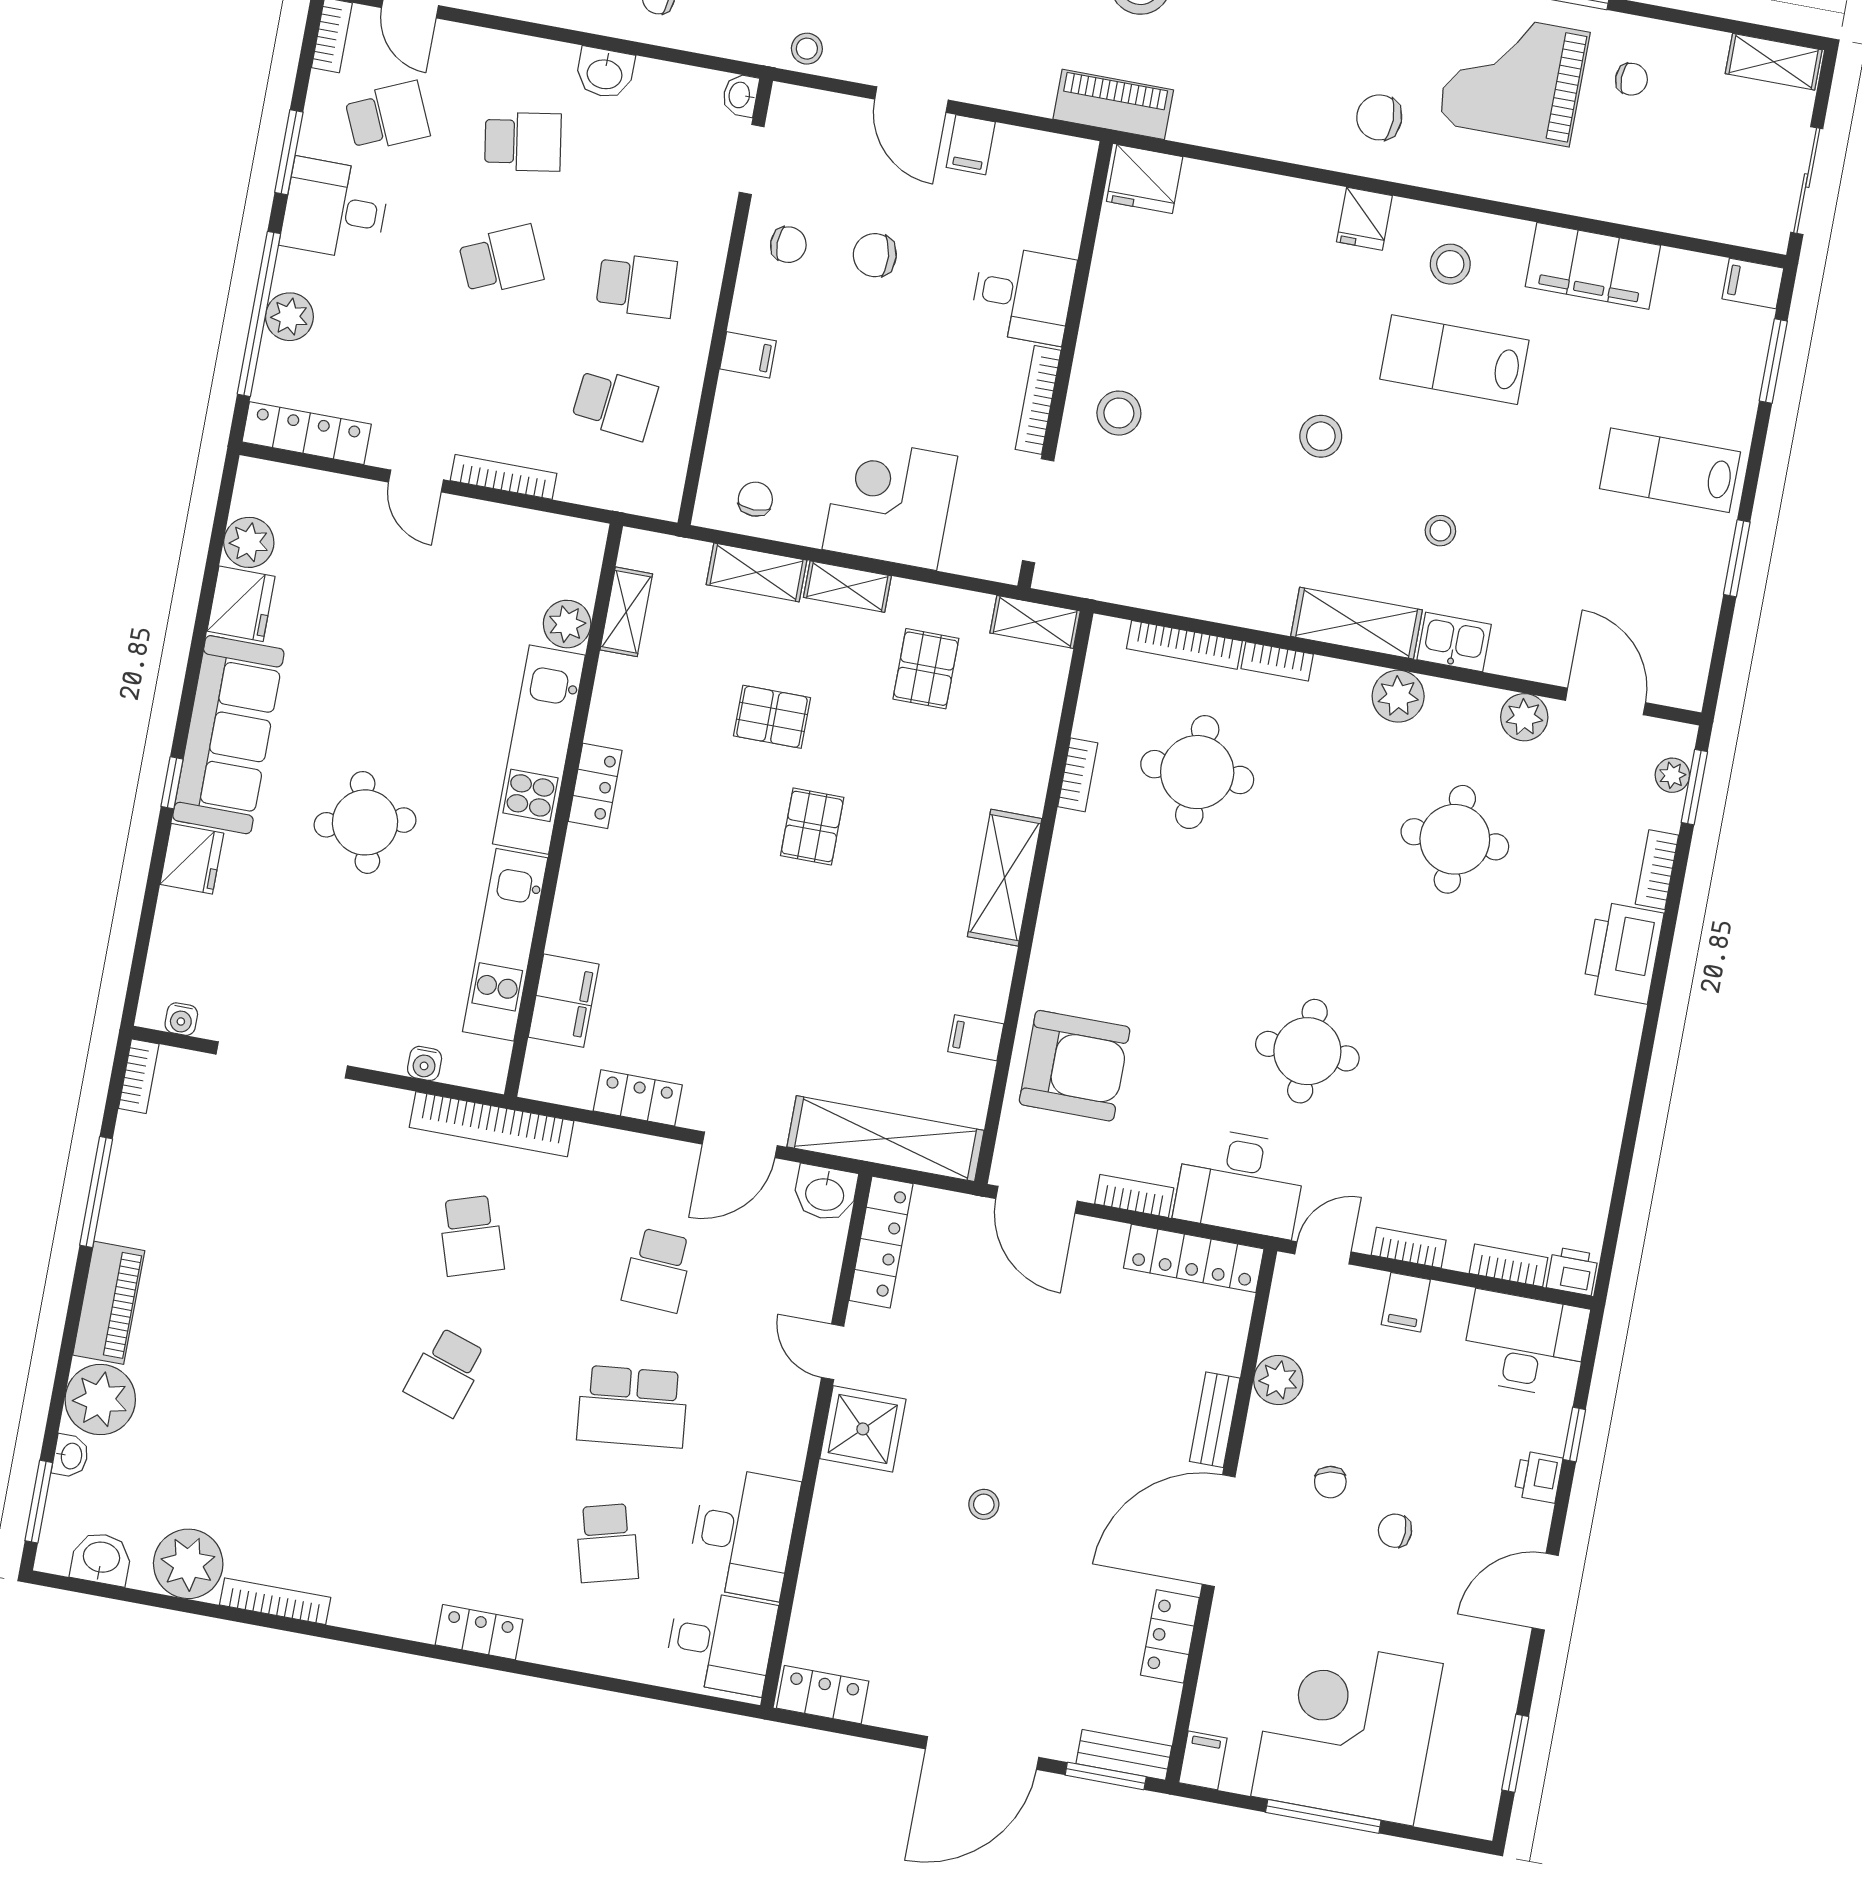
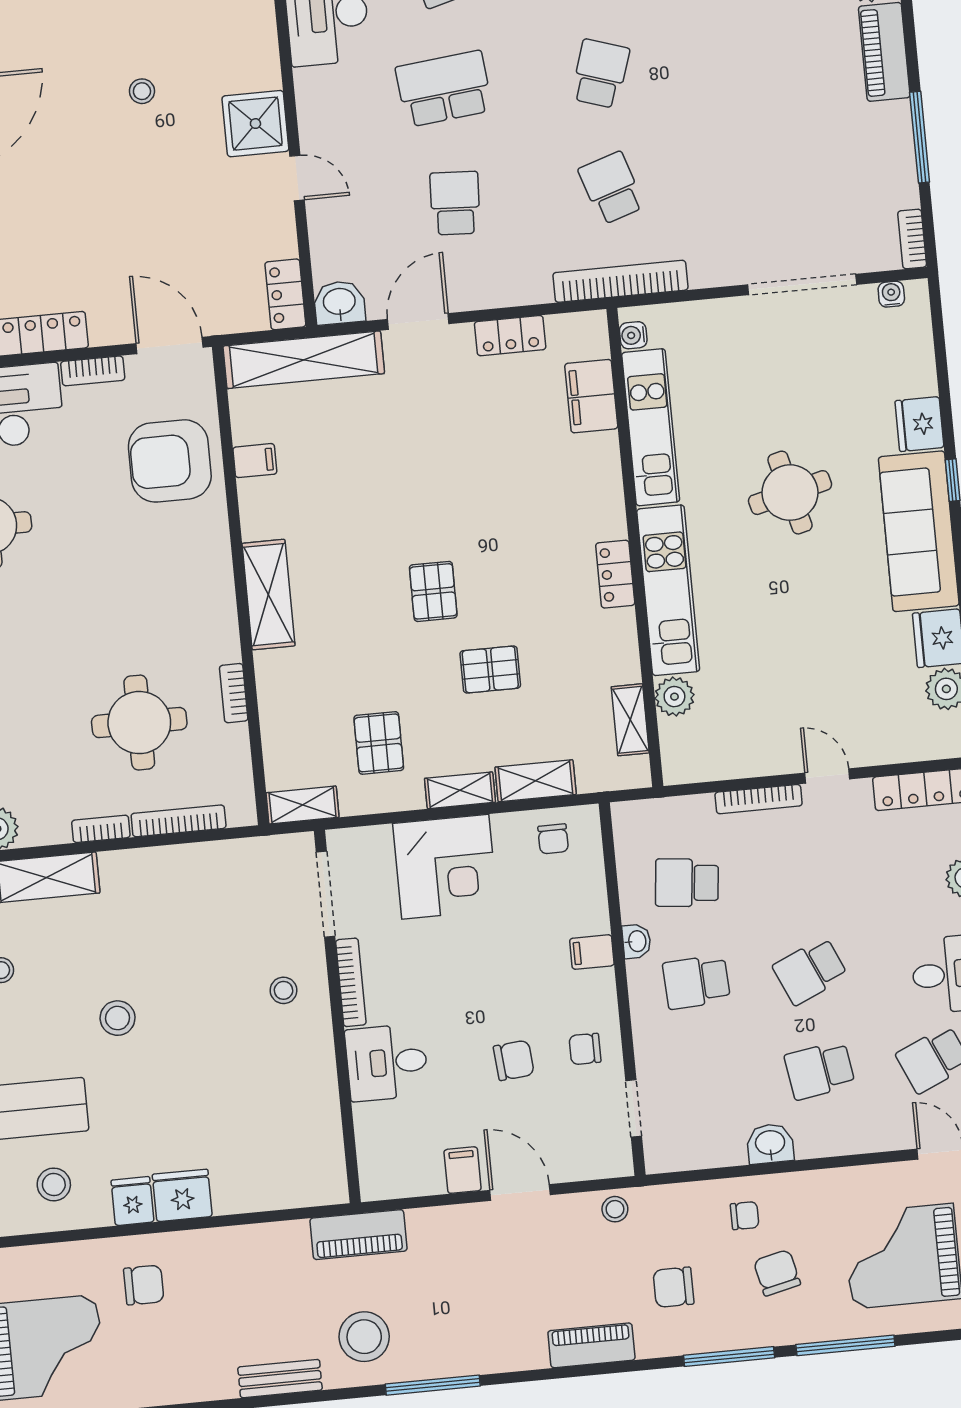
washbasin: (740, 95) -> (637, 941), moved
fridge: (1145, 179) -> (182, 1195), moved
stool: (1119, 413) -> (284, 990), width x0.73, depth x0.73
water cooler: (425, 1063) -> (633, 335), moved, turned -90
locker: (881, 1242) -> (285, 294), width x0.66

